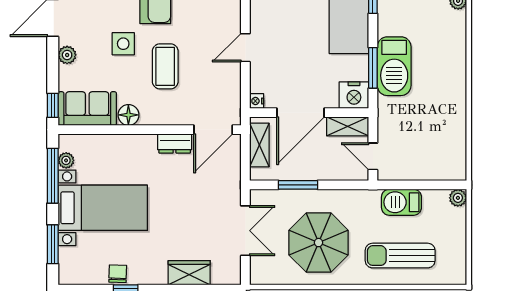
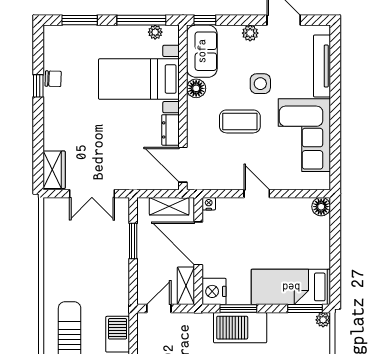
bed with nightstands: (103, 208) -> (139, 79), moved, turned 90
parasol: (319, 243) -> (81, 260), removed
wardrobe: (189, 273) -> (54, 170), moved

